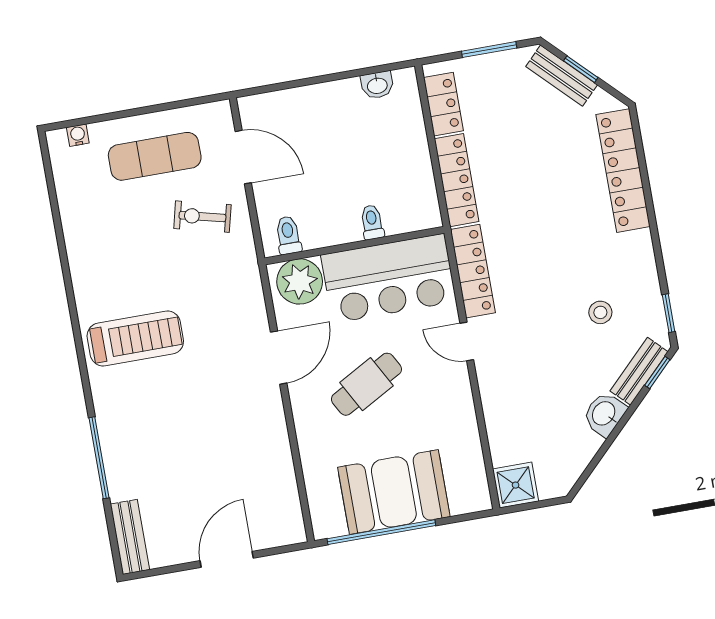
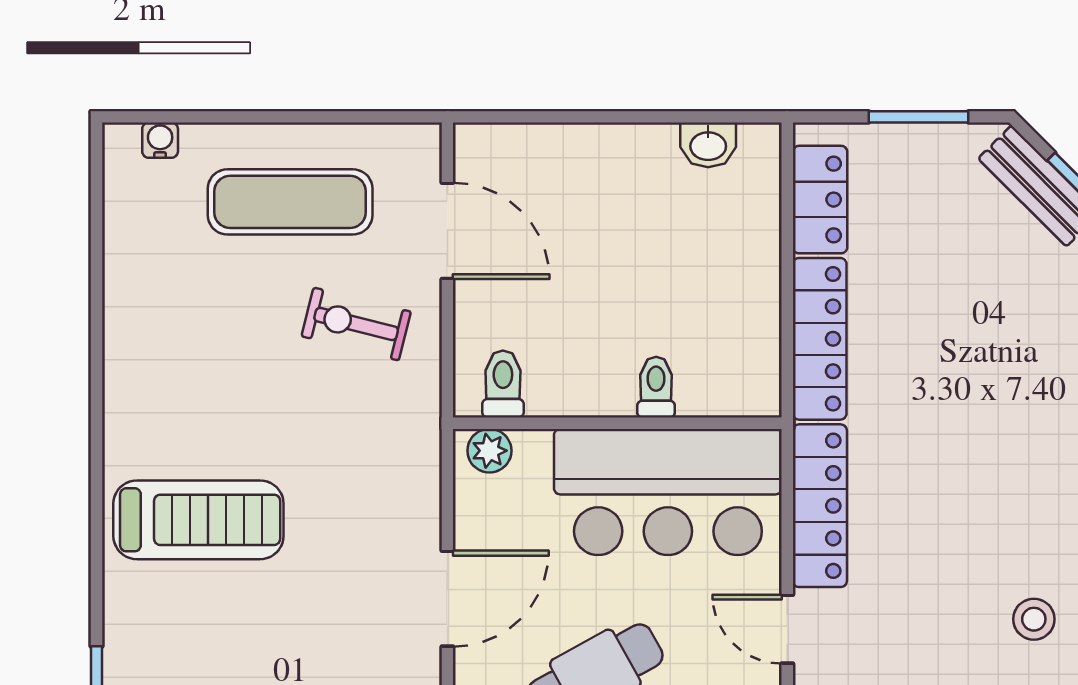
plant: (300, 281) -> (489, 451), width x0.53, depth x0.53

